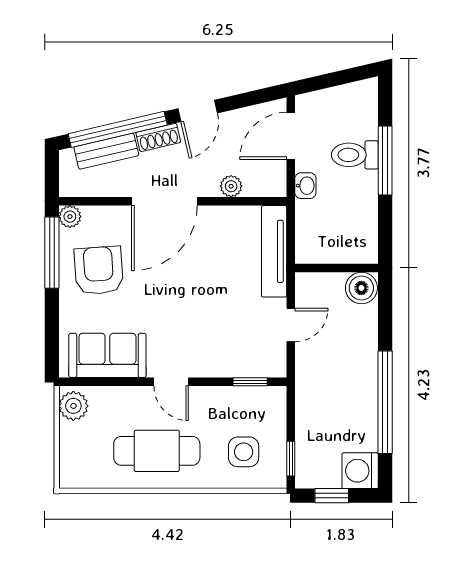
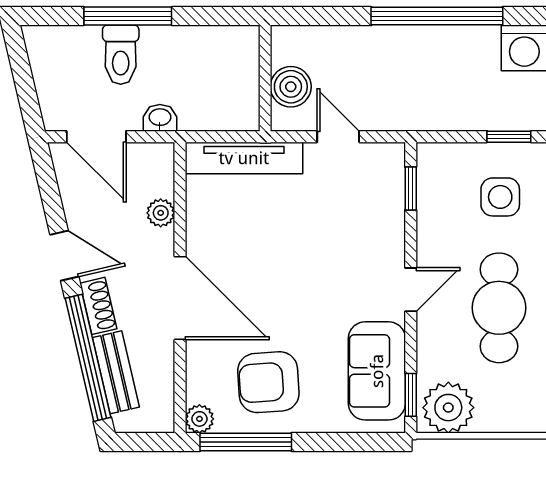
boiler: (361, 288) -> (291, 87), moved
window: (89, 382) -> (411, 395), added
plant: (73, 406) -> (448, 408), width x1.36, depth x1.36

